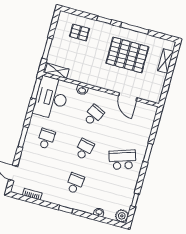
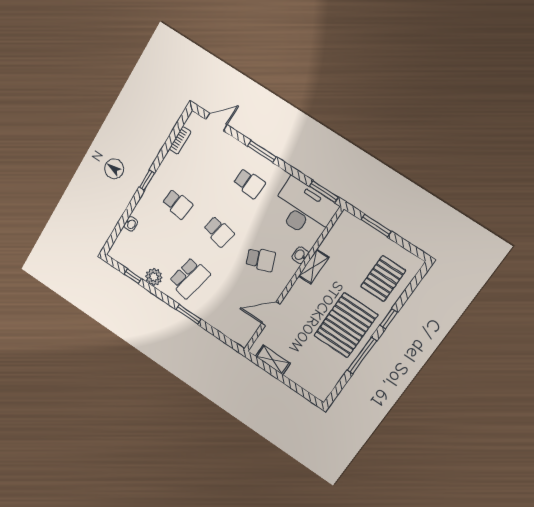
pallet: (80, 33) -> (383, 279), width x1.50, depth x1.42
pallet: (127, 55) -> (346, 325), moved
shelving: (165, 61) -> (273, 360), moved
shelving: (57, 71) -> (314, 267), moved
school desk: (94, 115) -> (261, 259), turned -45
school desk: (123, 160) -> (189, 278), turned 30
plant: (122, 216) -> (154, 277), moved

